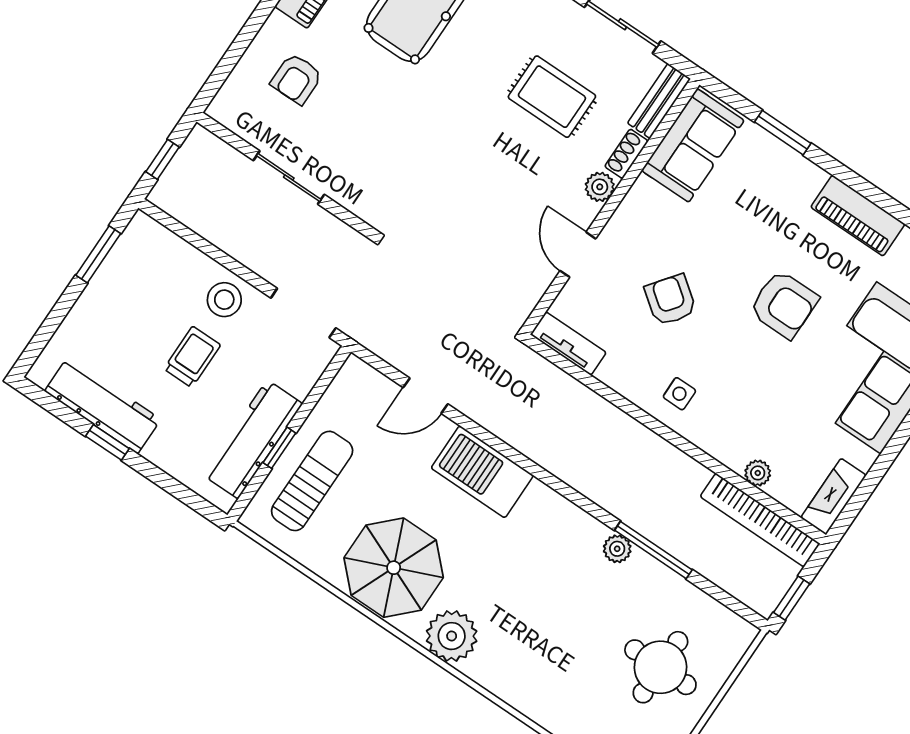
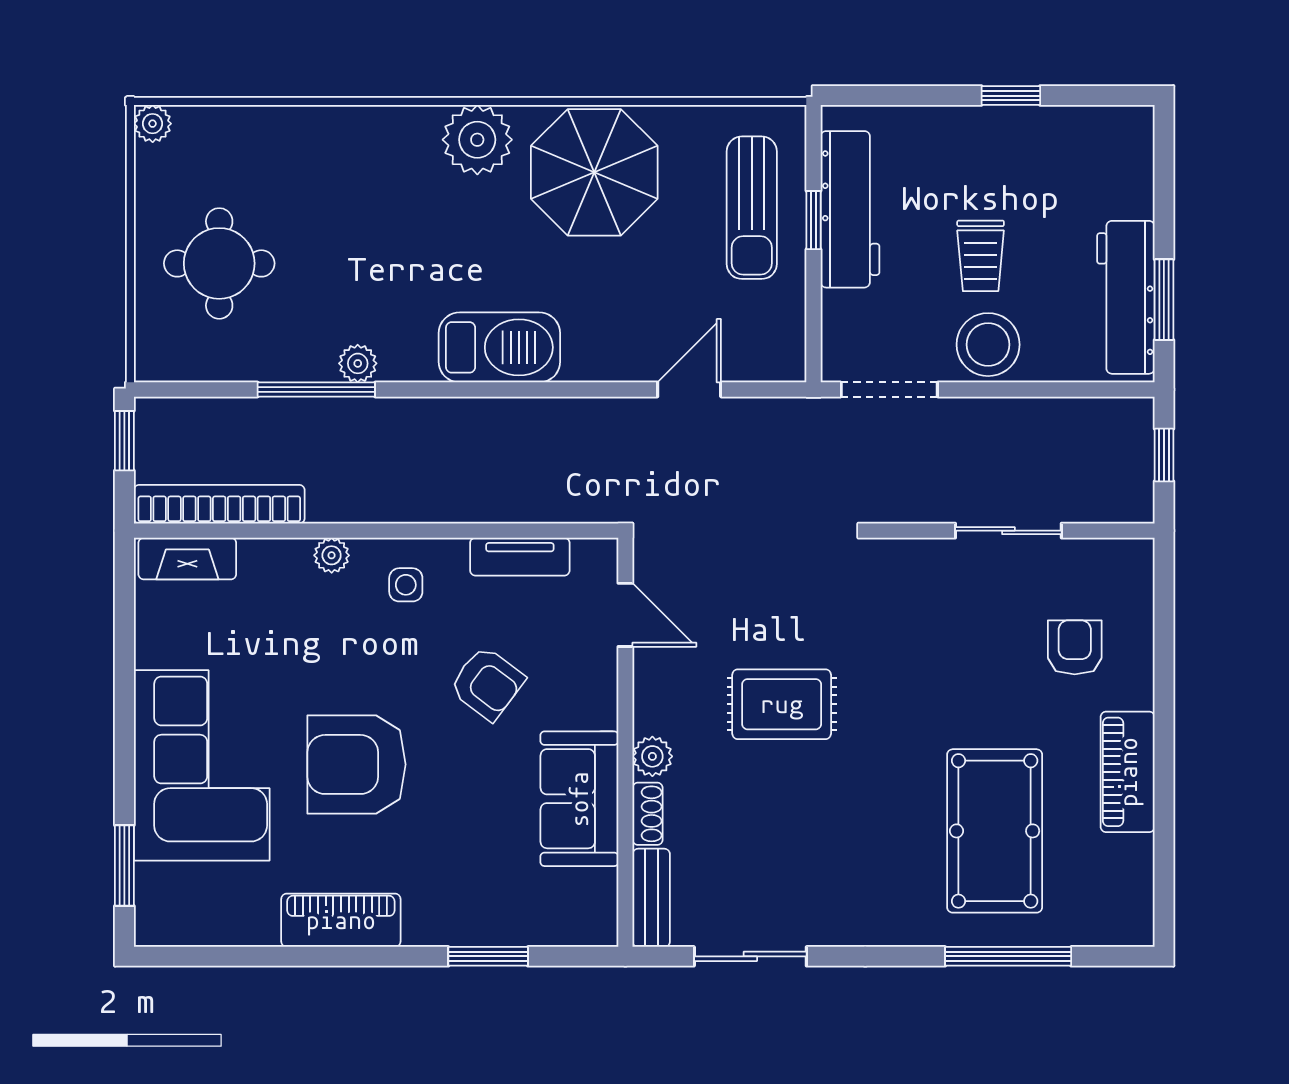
rug: (552, 97) -> (782, 704), moved
sofa: (693, 145) -> (579, 799), moved
door: (578, 255) -> (625, 615), moved
stool: (224, 300) -> (988, 345), width x1.38, depth x1.38
armchair: (784, 304) -> (357, 764), width x1.36, depth x1.36
tv unit: (568, 344) -> (520, 557), moved
workbench: (103, 405) -> (1126, 297), moved, turned 90
barbecue: (482, 472) -> (499, 347), moved
plant: (758, 473) -> (332, 555), moved
fireplace: (834, 496) -> (187, 559), moved, turned 90

